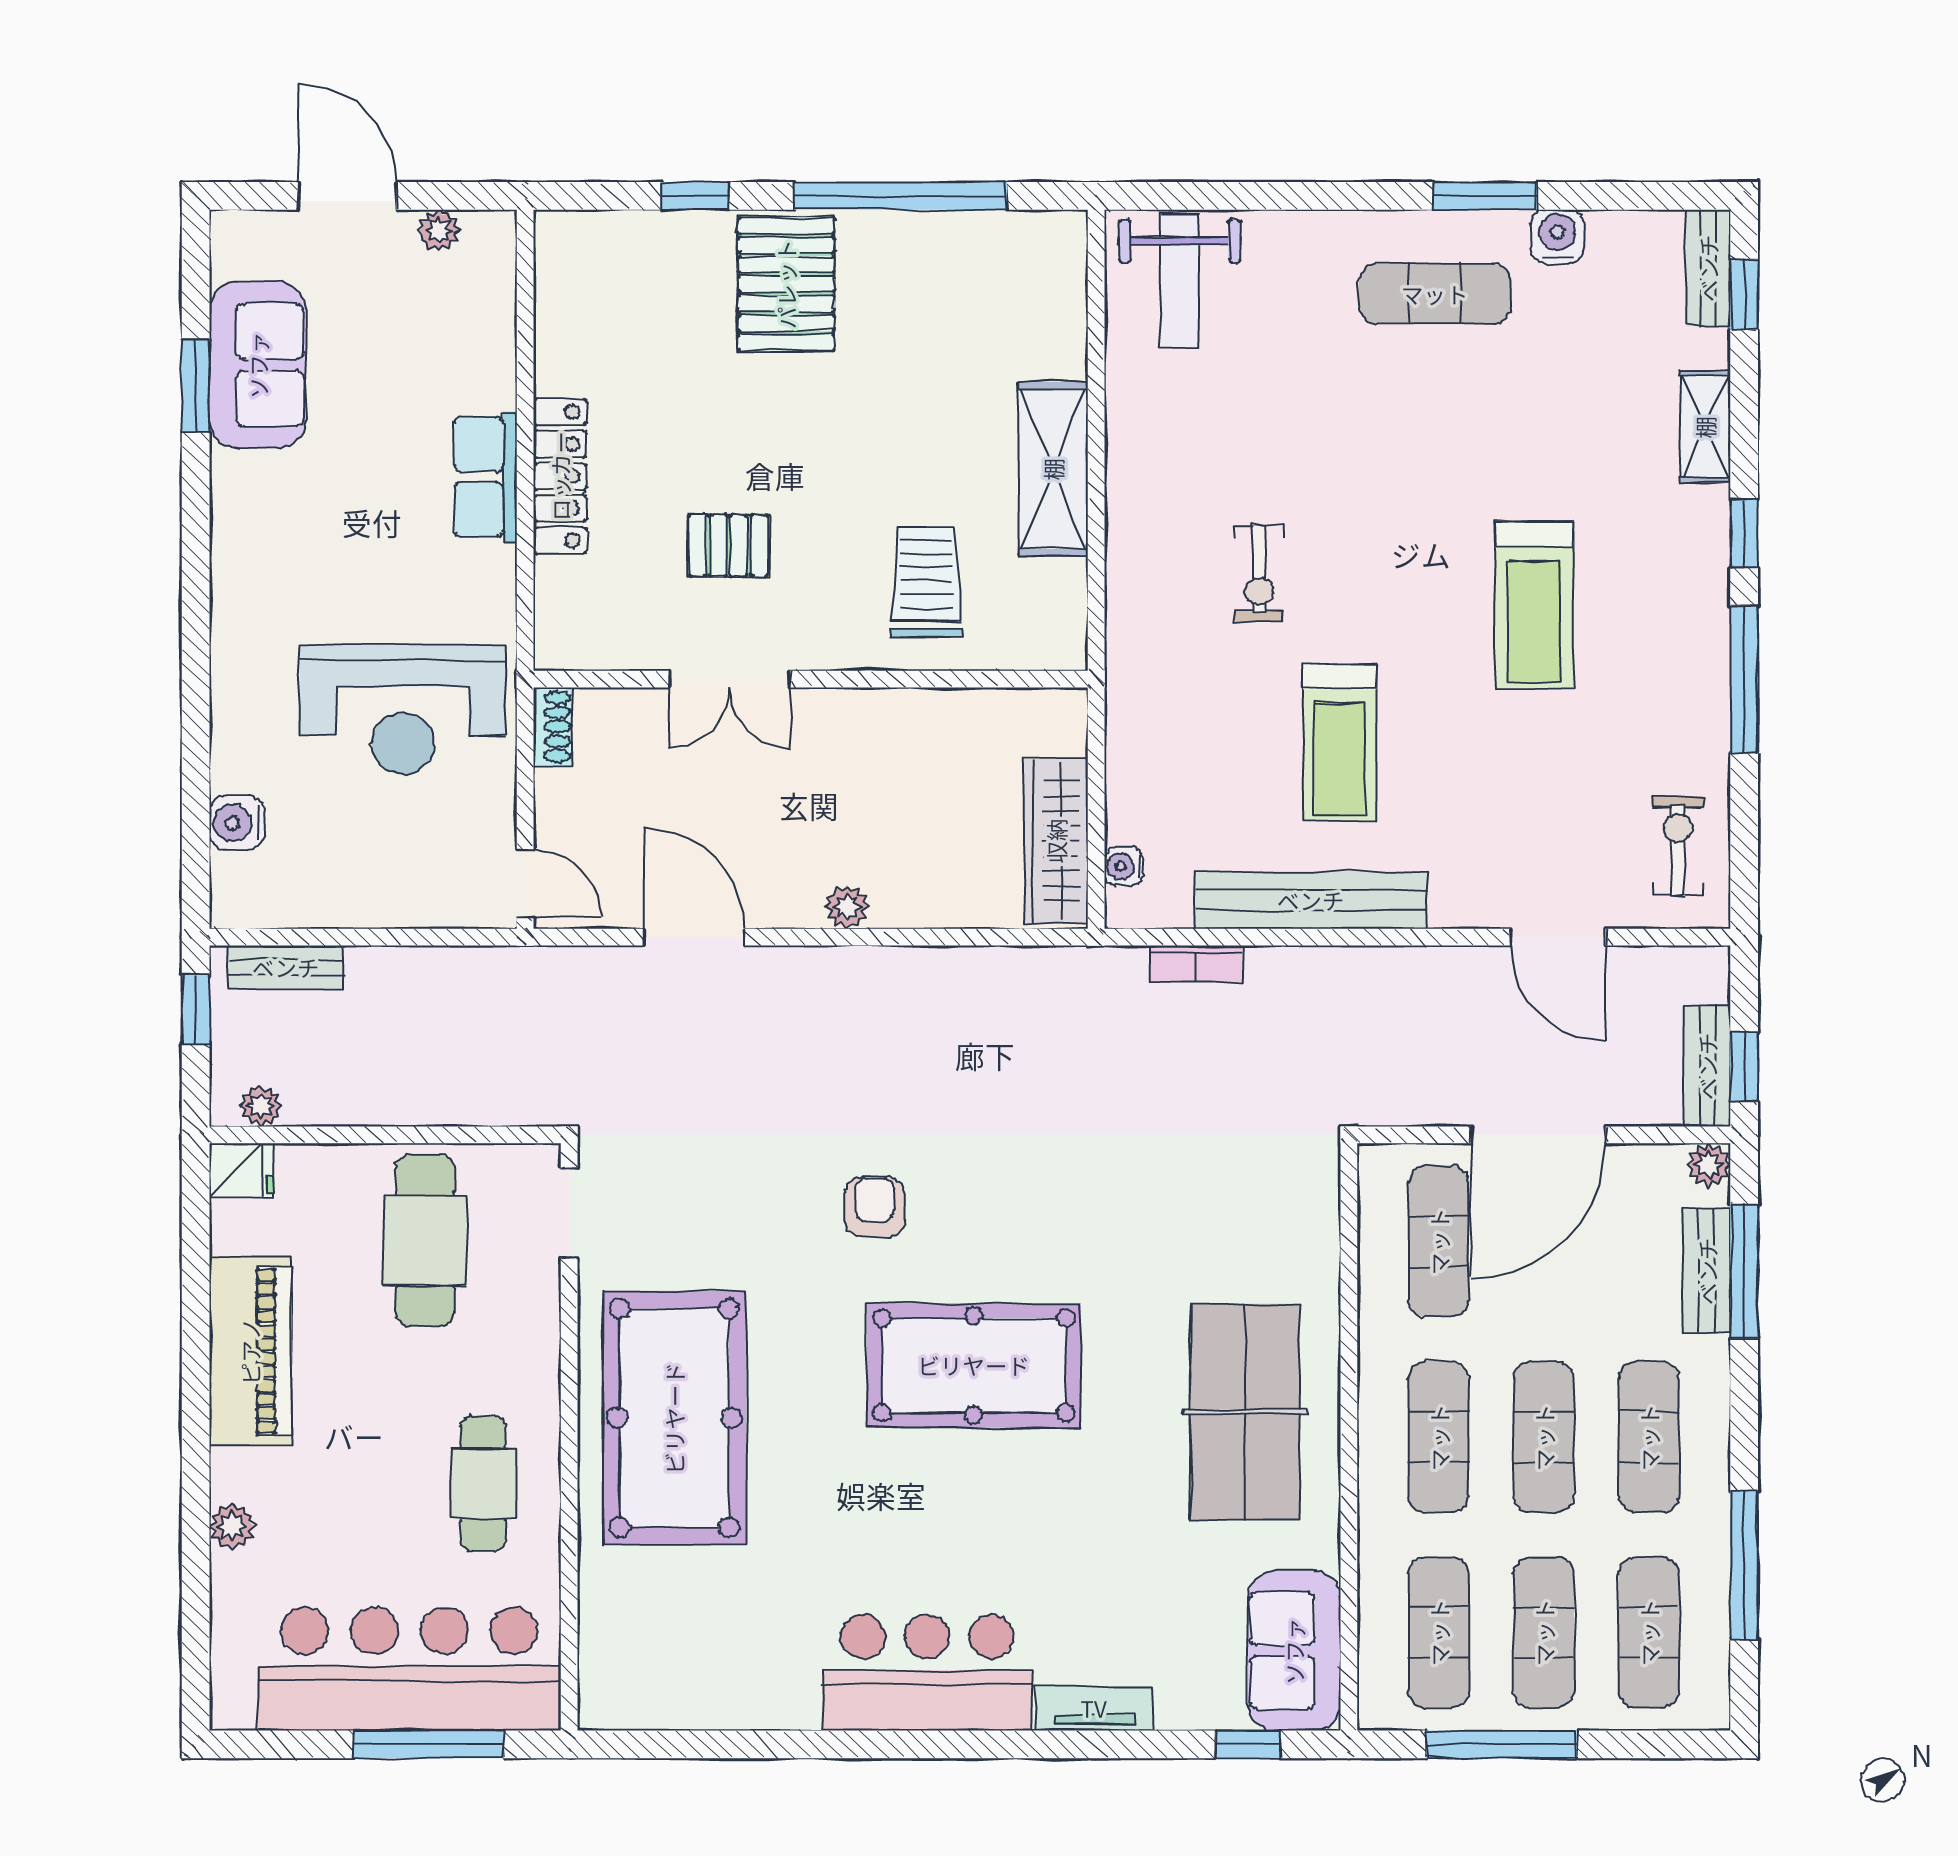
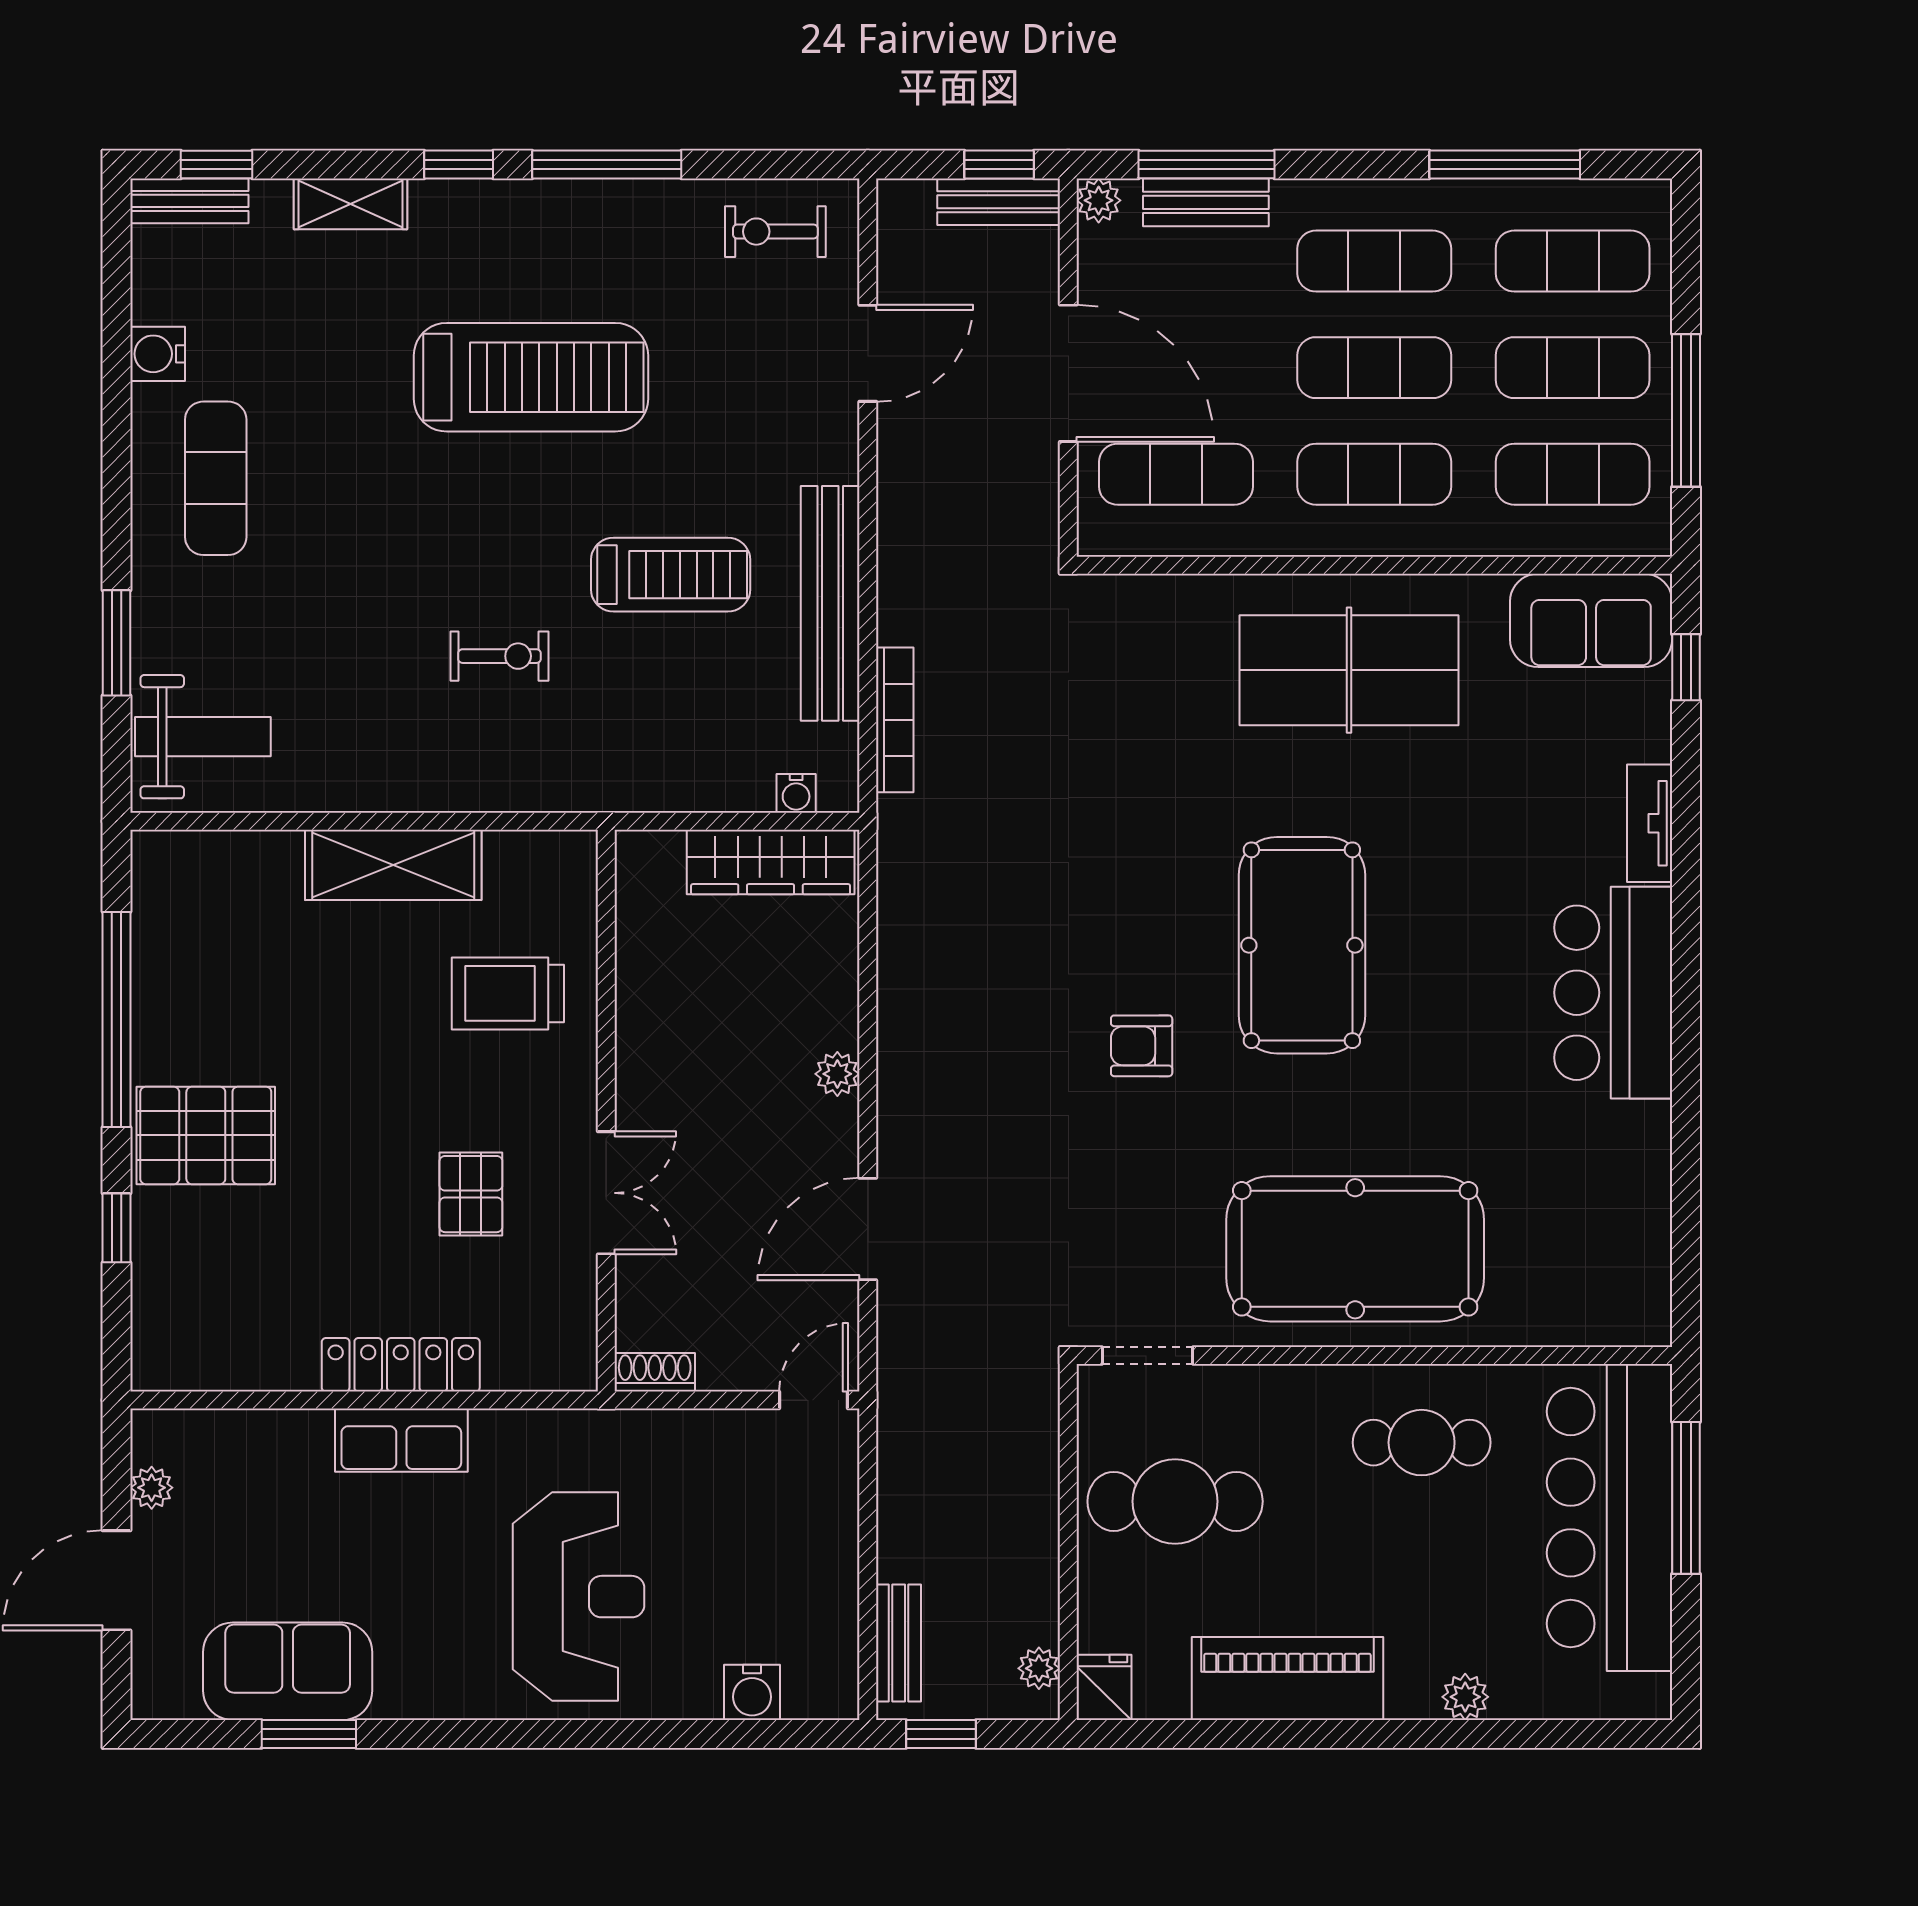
window: (1485, 196) -> (116, 643), moved
treadmill: (1534, 605) -> (531, 377), width x1.37, depth x1.38
reception desk: (403, 710) -> (579, 1597), moved
bookcase: (1196, 964) -> (895, 720), width x1.56

